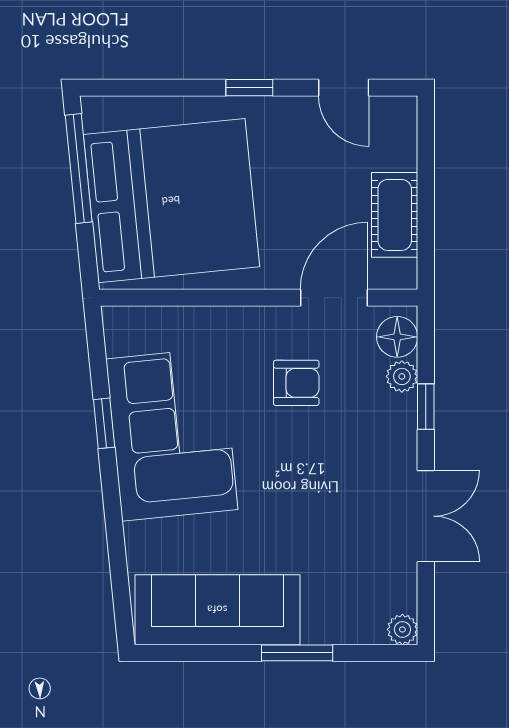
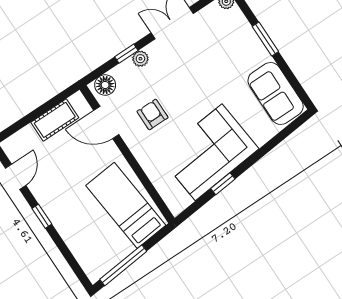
bed: (171, 201) -> (126, 205), width x0.49
plant: (402, 376) -> (140, 59), moved
sofa: (217, 610) -> (276, 93), width x0.73

